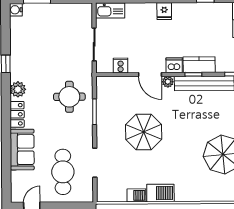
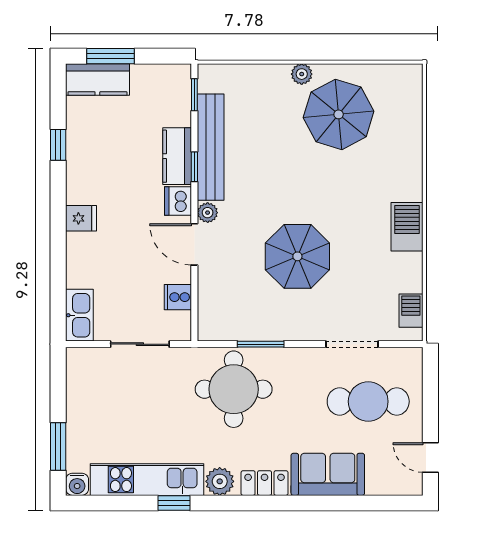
kitchen unit: (19, 49) -> (147, 480), added
door: (150, 75) -> (194, 244), swing flipped
round table: (69, 97) -> (234, 389), width x1.36, depth x1.36
barbecue: (136, 195) -> (411, 311), moved

